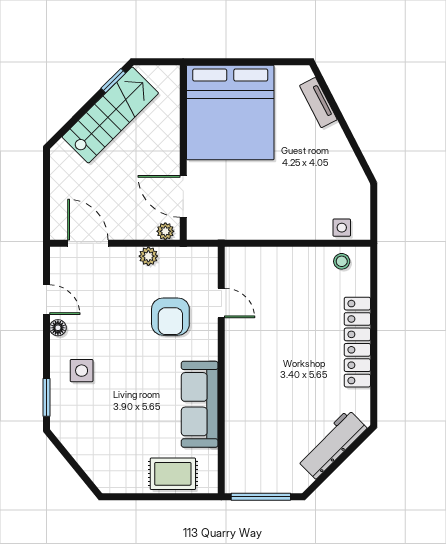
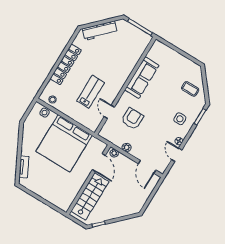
bed: (230, 113) -> (64, 143), moved, turned 180
stairs: (110, 115) -> (90, 196), moved, turned 135
lab bench: (279, 319) -> (91, 92), added
coffee table: (96, 438) -> (190, 89), added
rug: (173, 474) -> (169, 57), removed

